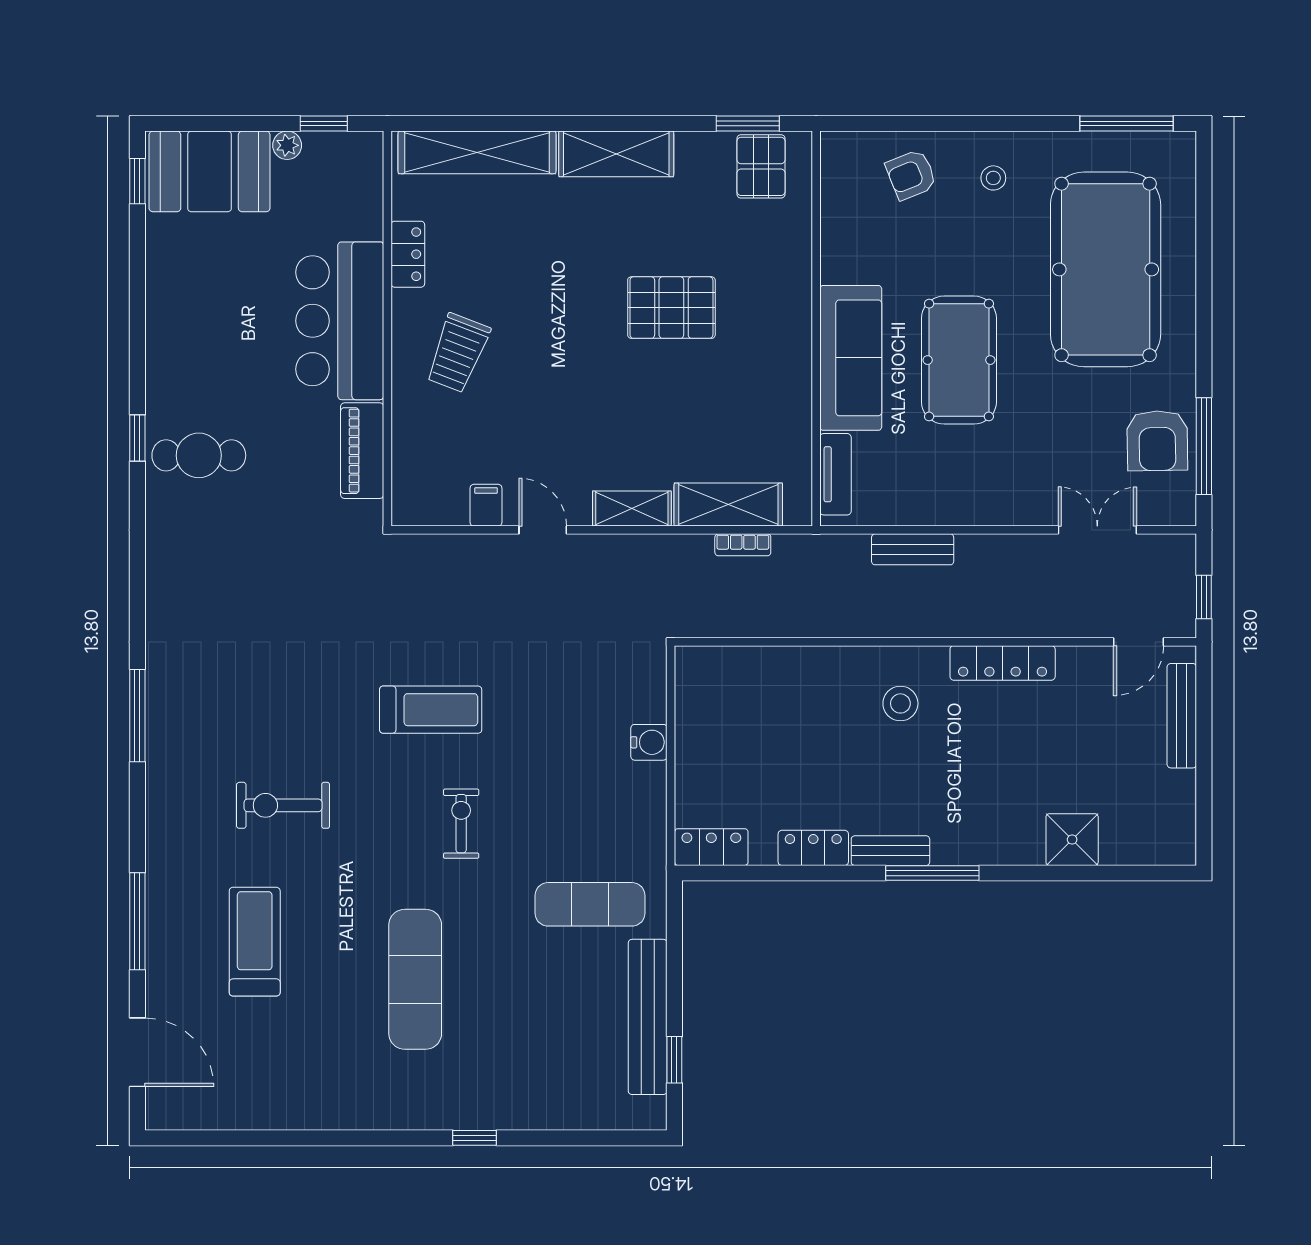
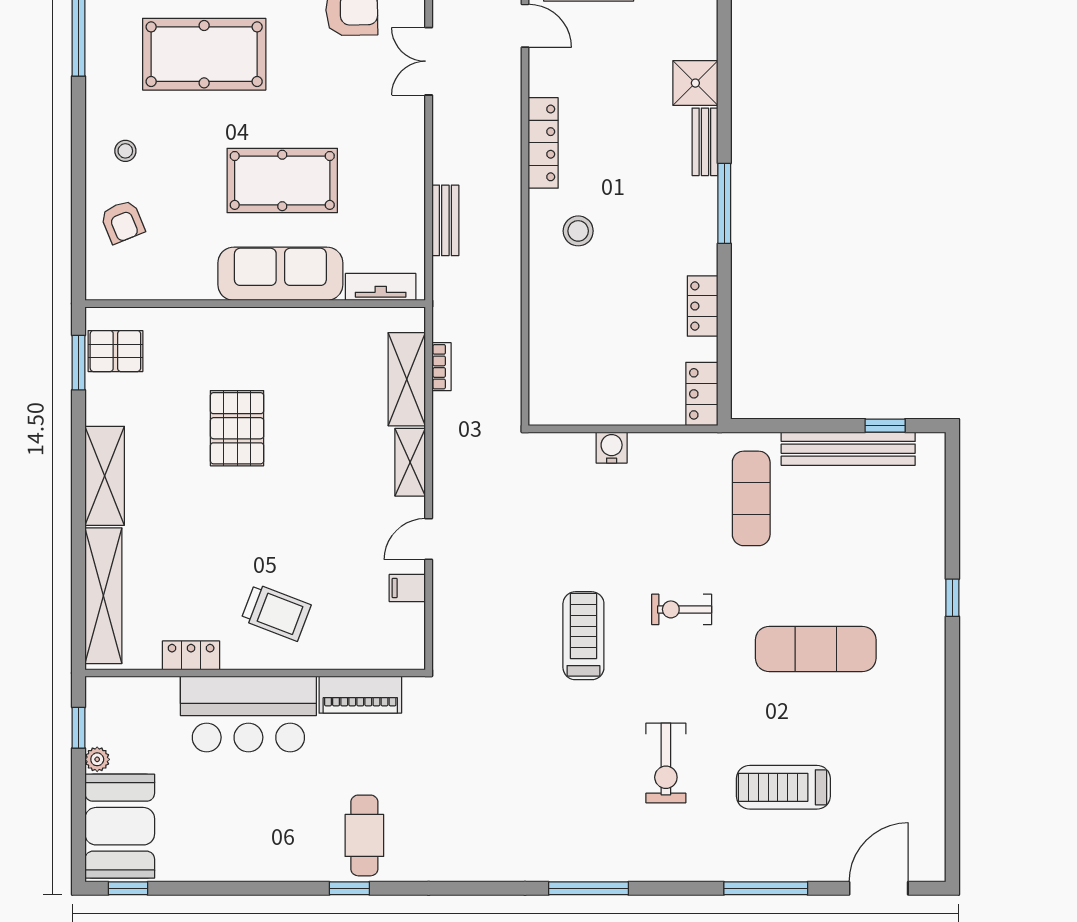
pool table: (1106, 269) -> (204, 54), width x0.73, depth x0.76
bench: (890, 851) -> (705, 142), moved

